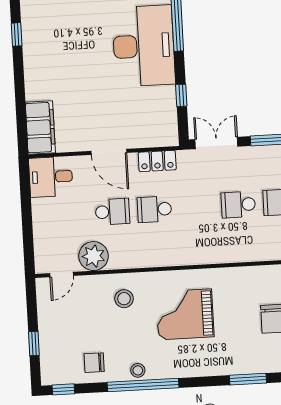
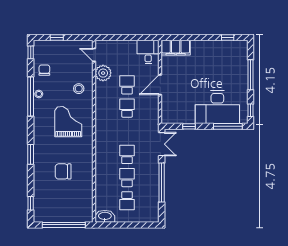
locker: (157, 161) -> (154, 111), removed
school desk: (112, 212) -> (127, 85), turned 180

